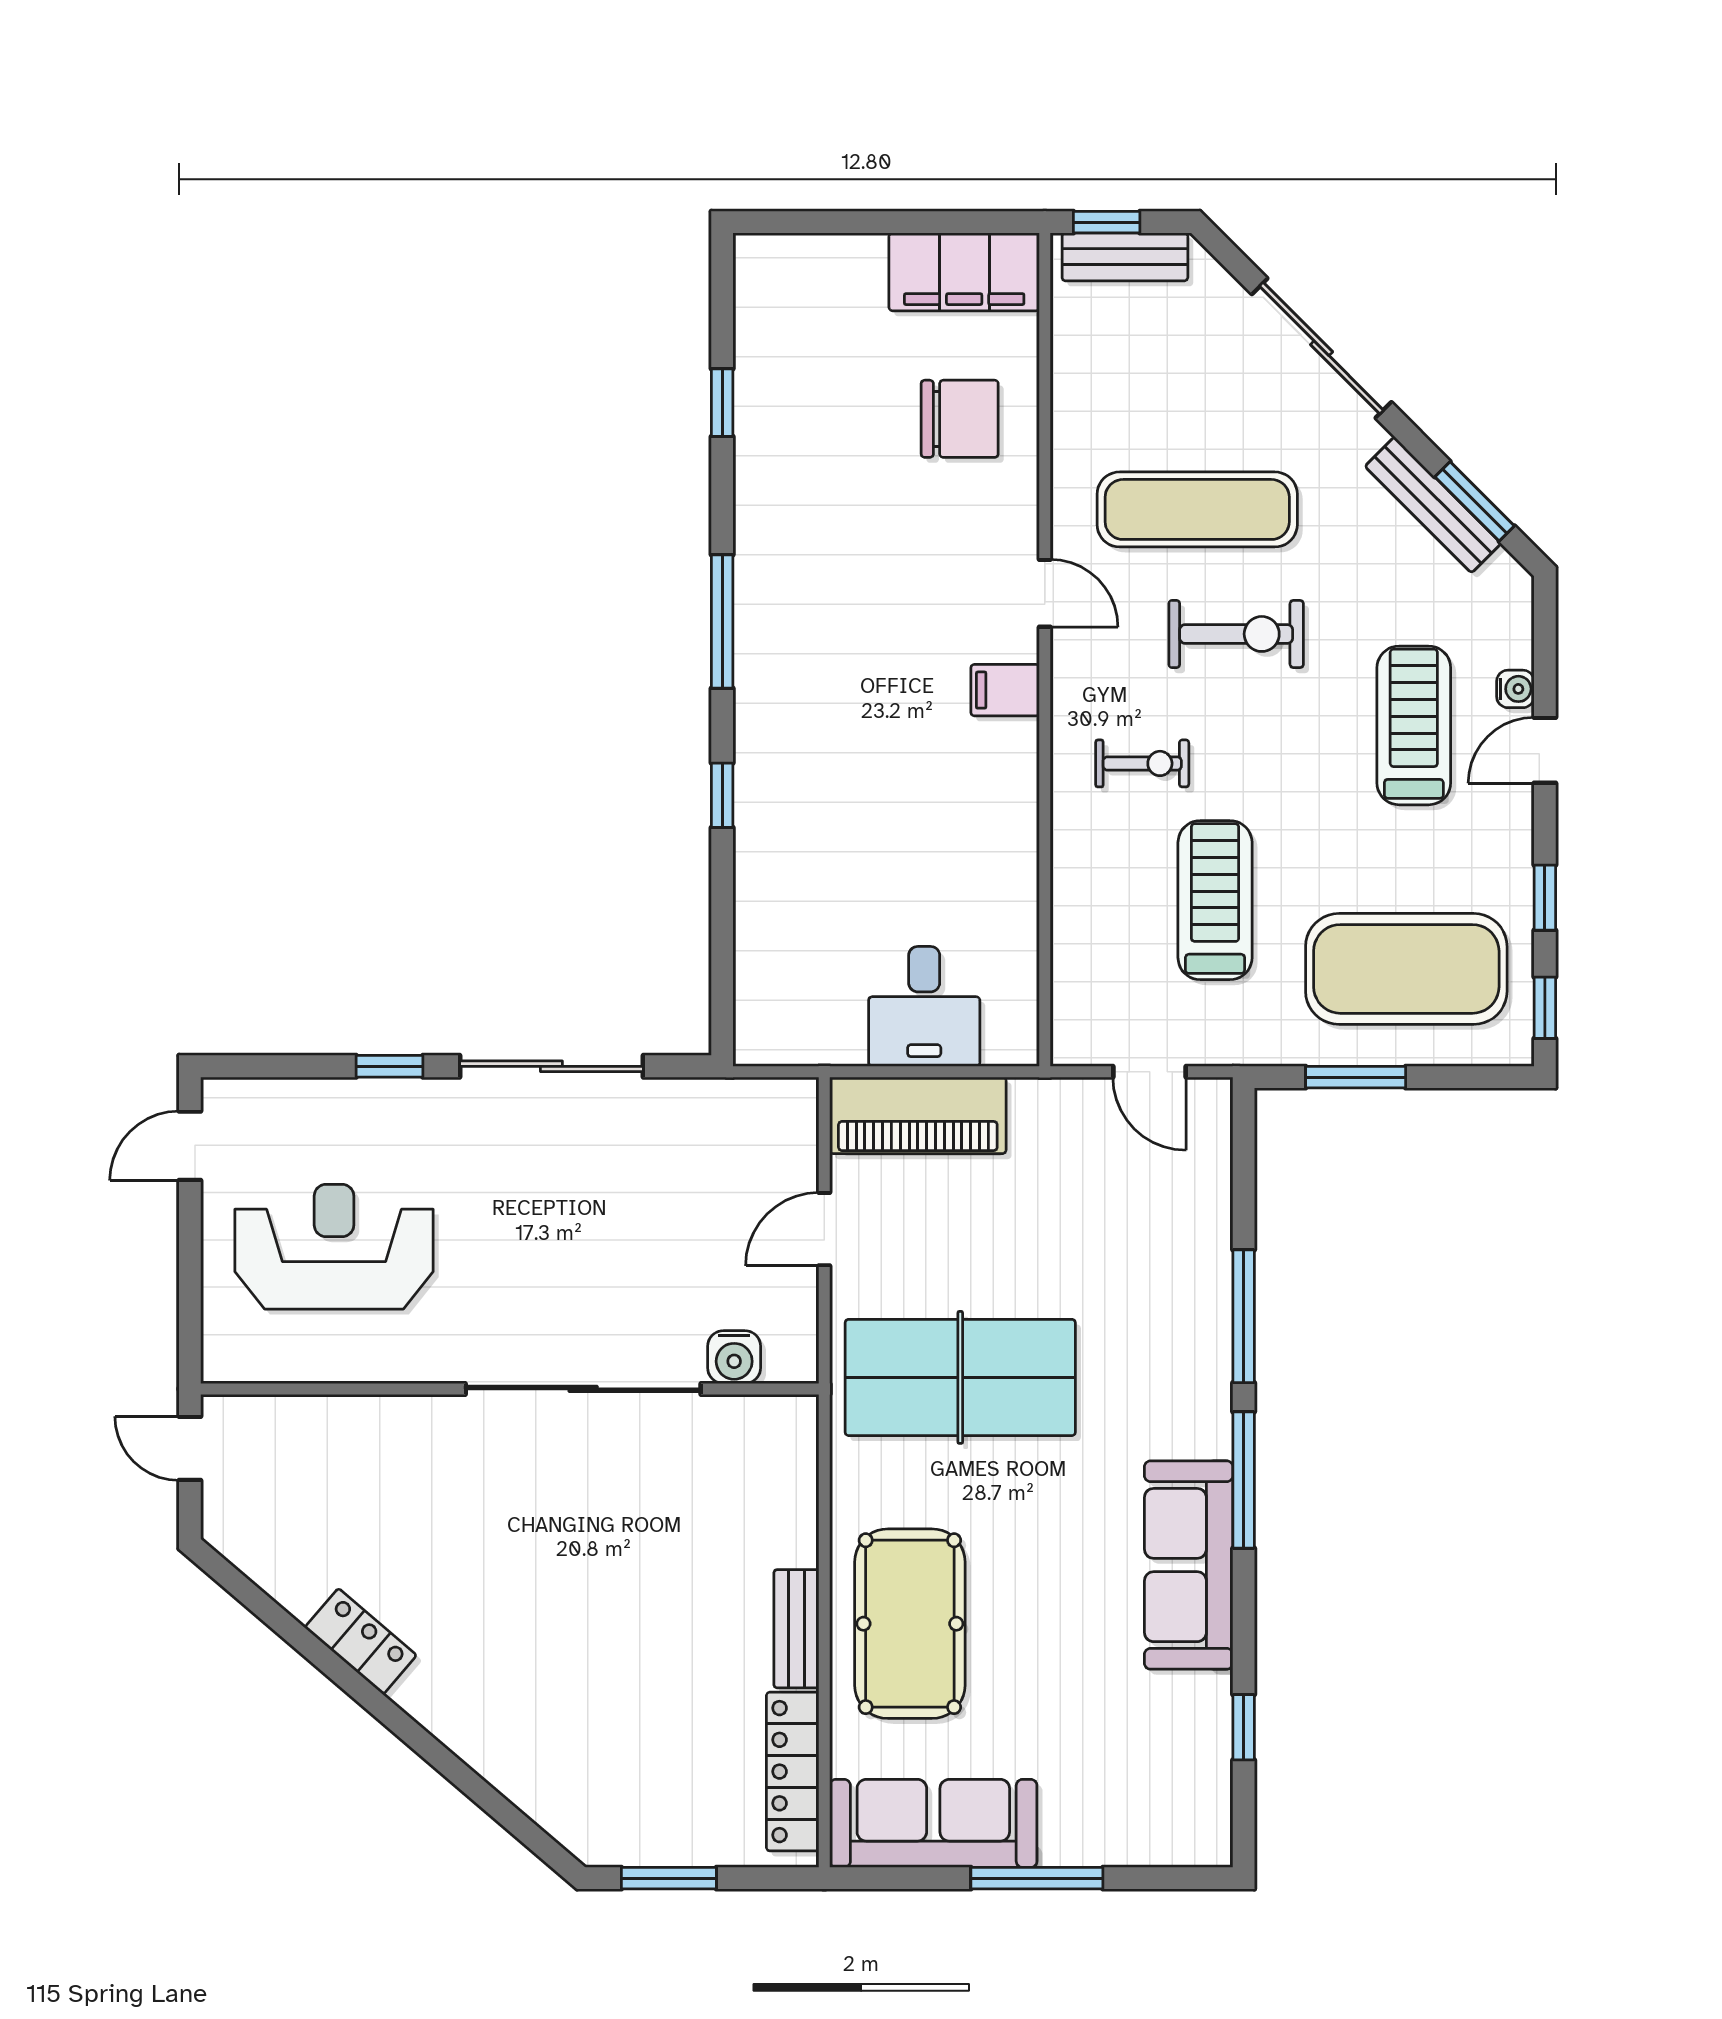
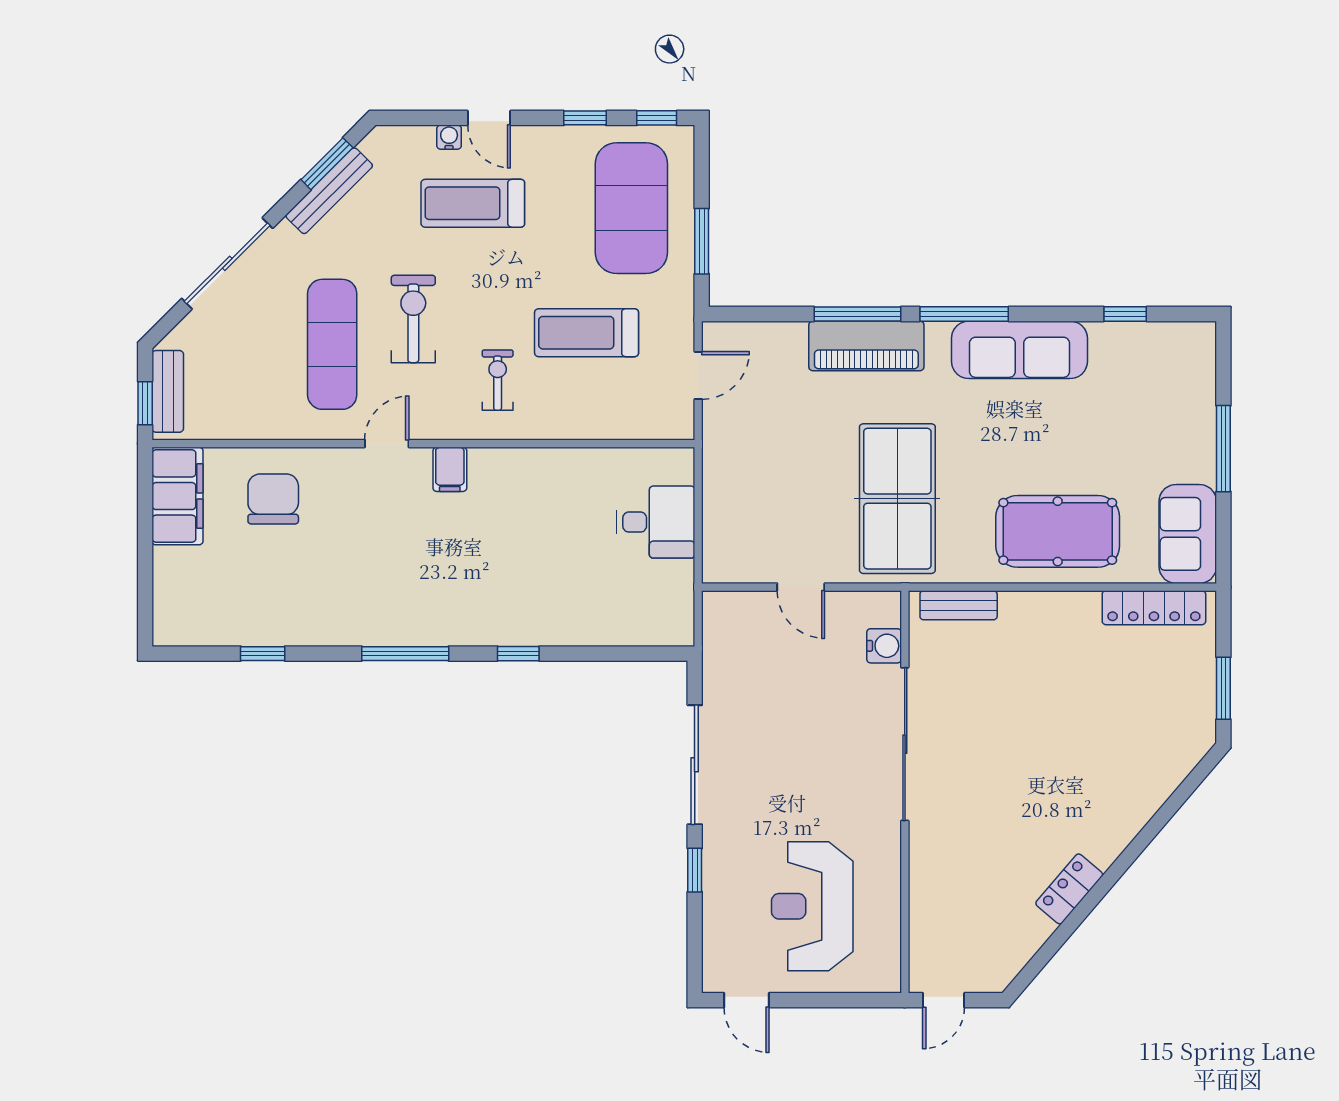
piano: (918, 1115) -> (866, 346), moved, turned 90
bench: (796, 1629) -> (959, 605), moved
sofa: (933, 1823) -> (1188, 534), width x0.73

